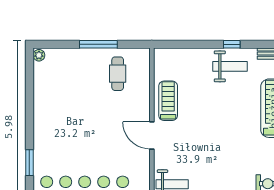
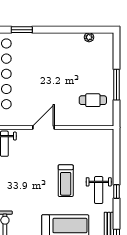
plant: (39, 55) -> (89, 37), moved
treadmill: (168, 101) -> (66, 181), moved, turned 90

